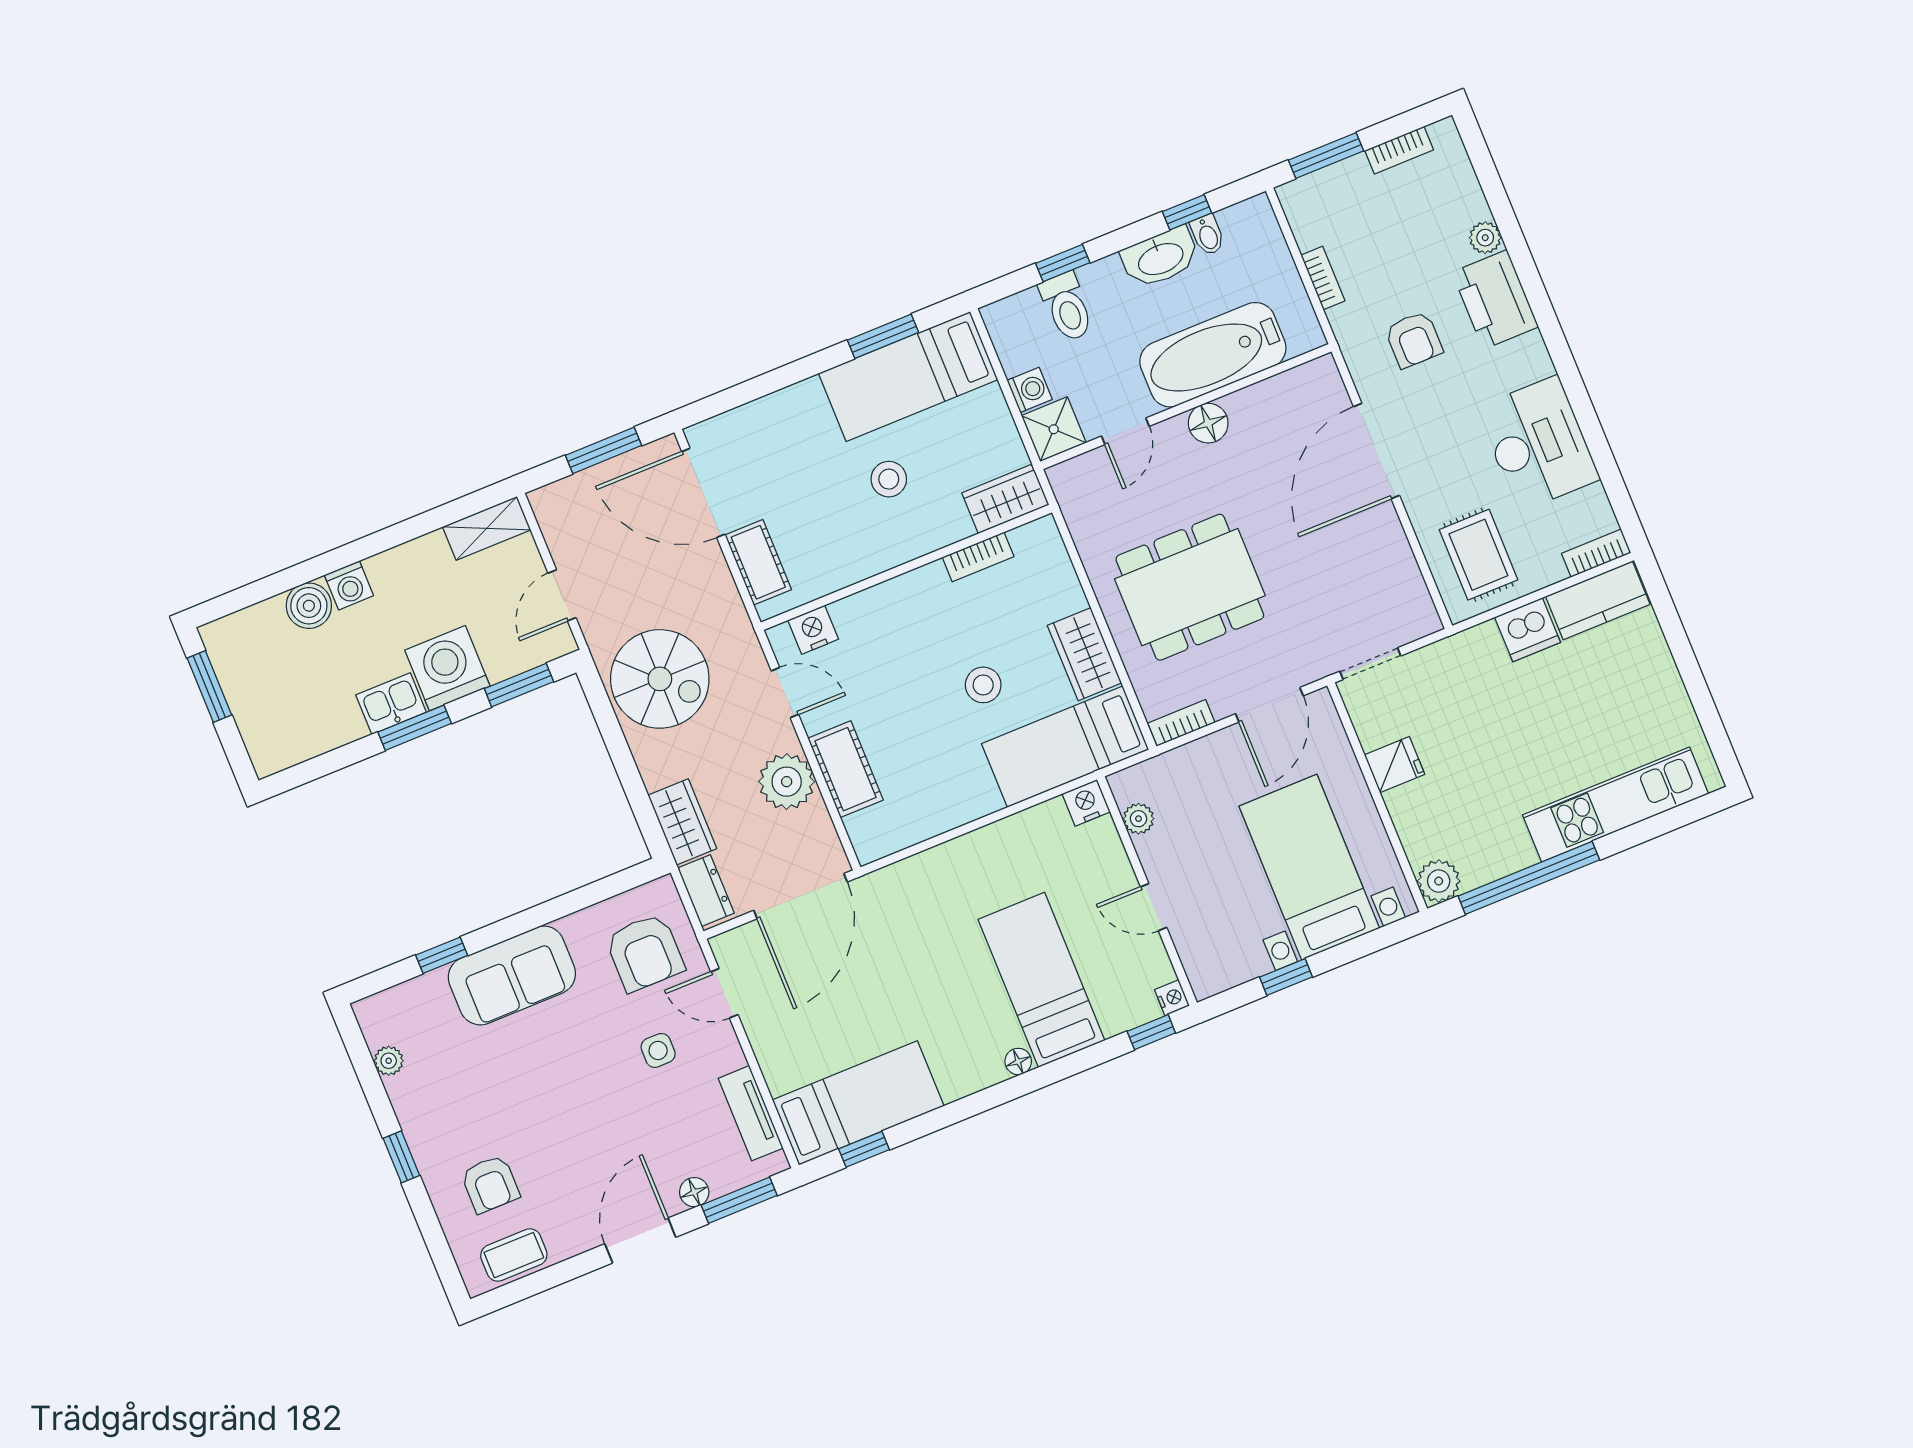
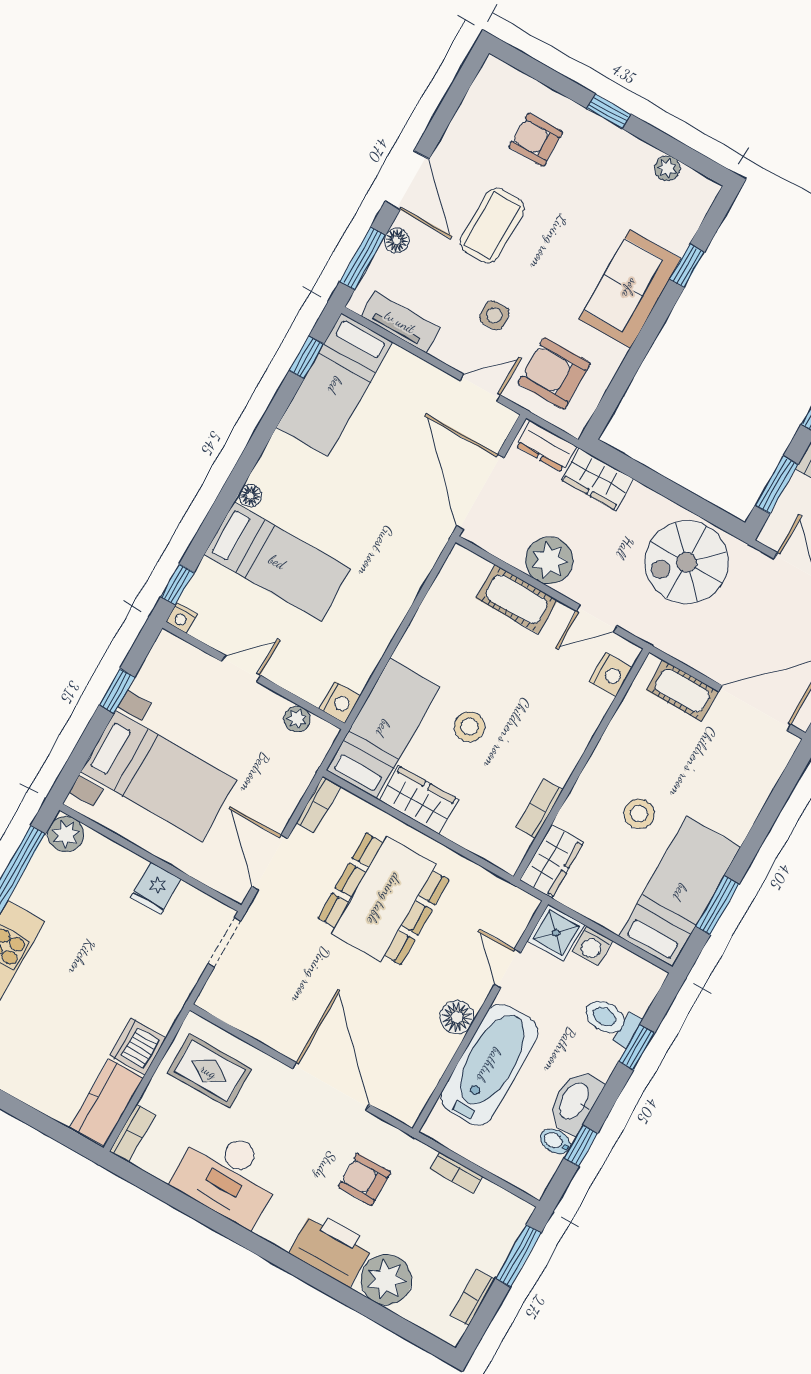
plant: (1485, 238) -> (386, 1280), width x1.87, depth x1.87
coffee table: (514, 1255) -> (492, 226), moved, width x1.36, depth x1.30

